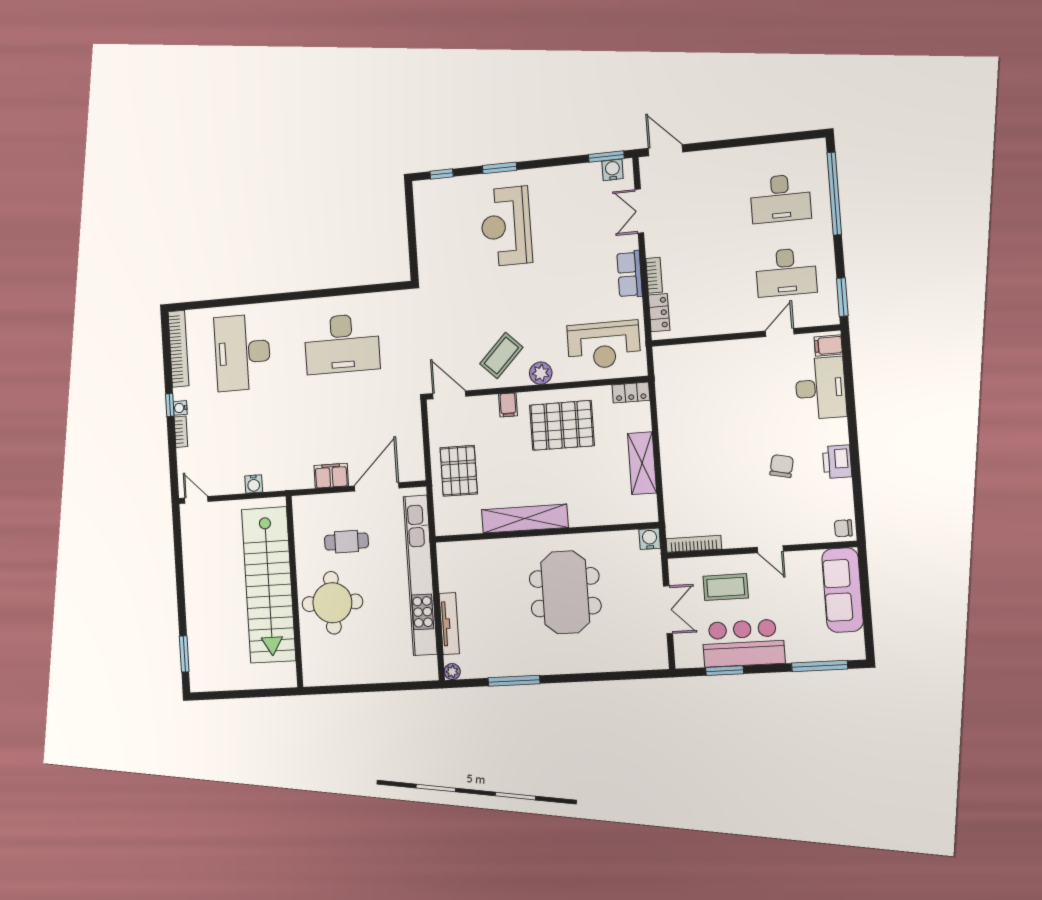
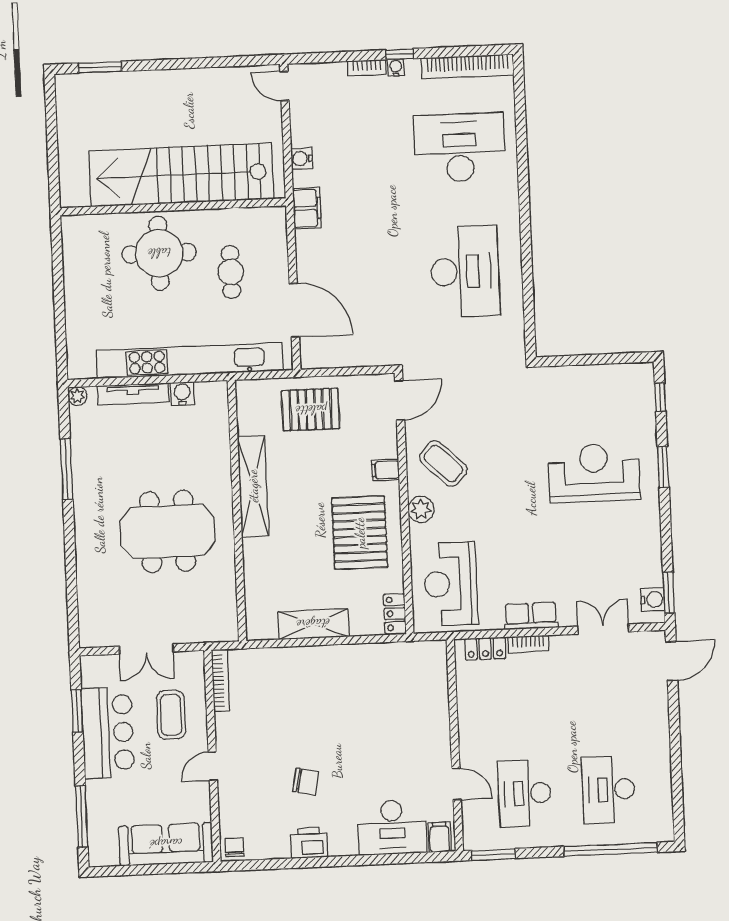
desk: (342, 344) -> (465, 271), turned 180
filing cabinet: (331, 476) -> (307, 208), moved
door: (196, 500) -> (284, 86), swing flipped
water cooler: (650, 539) -> (182, 394), moved, turned -90

